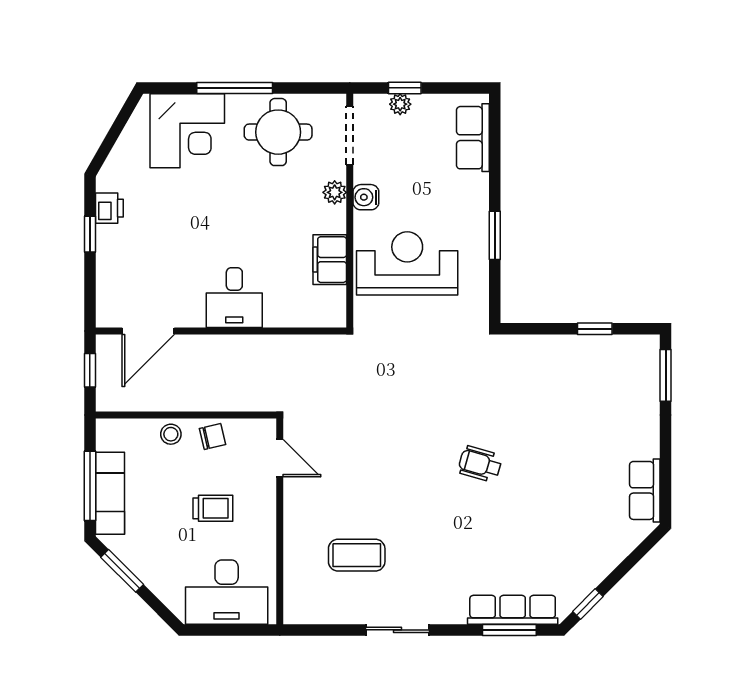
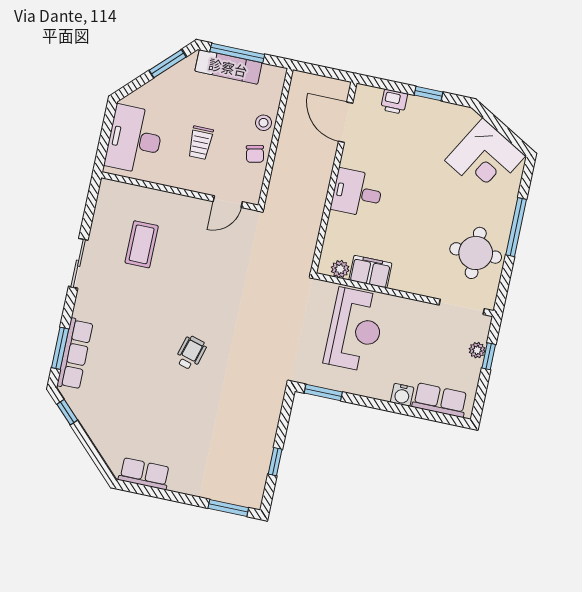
corner desk: (187, 131) -> (485, 158), moved, turned -60
plant: (335, 192) -> (340, 269), moved
water cooler: (366, 197) -> (402, 395), moved, turned 180
printer: (109, 208) -> (394, 102), moved
window: (495, 235) -> (323, 393), moved
window: (90, 370) -> (325, 72), removed

